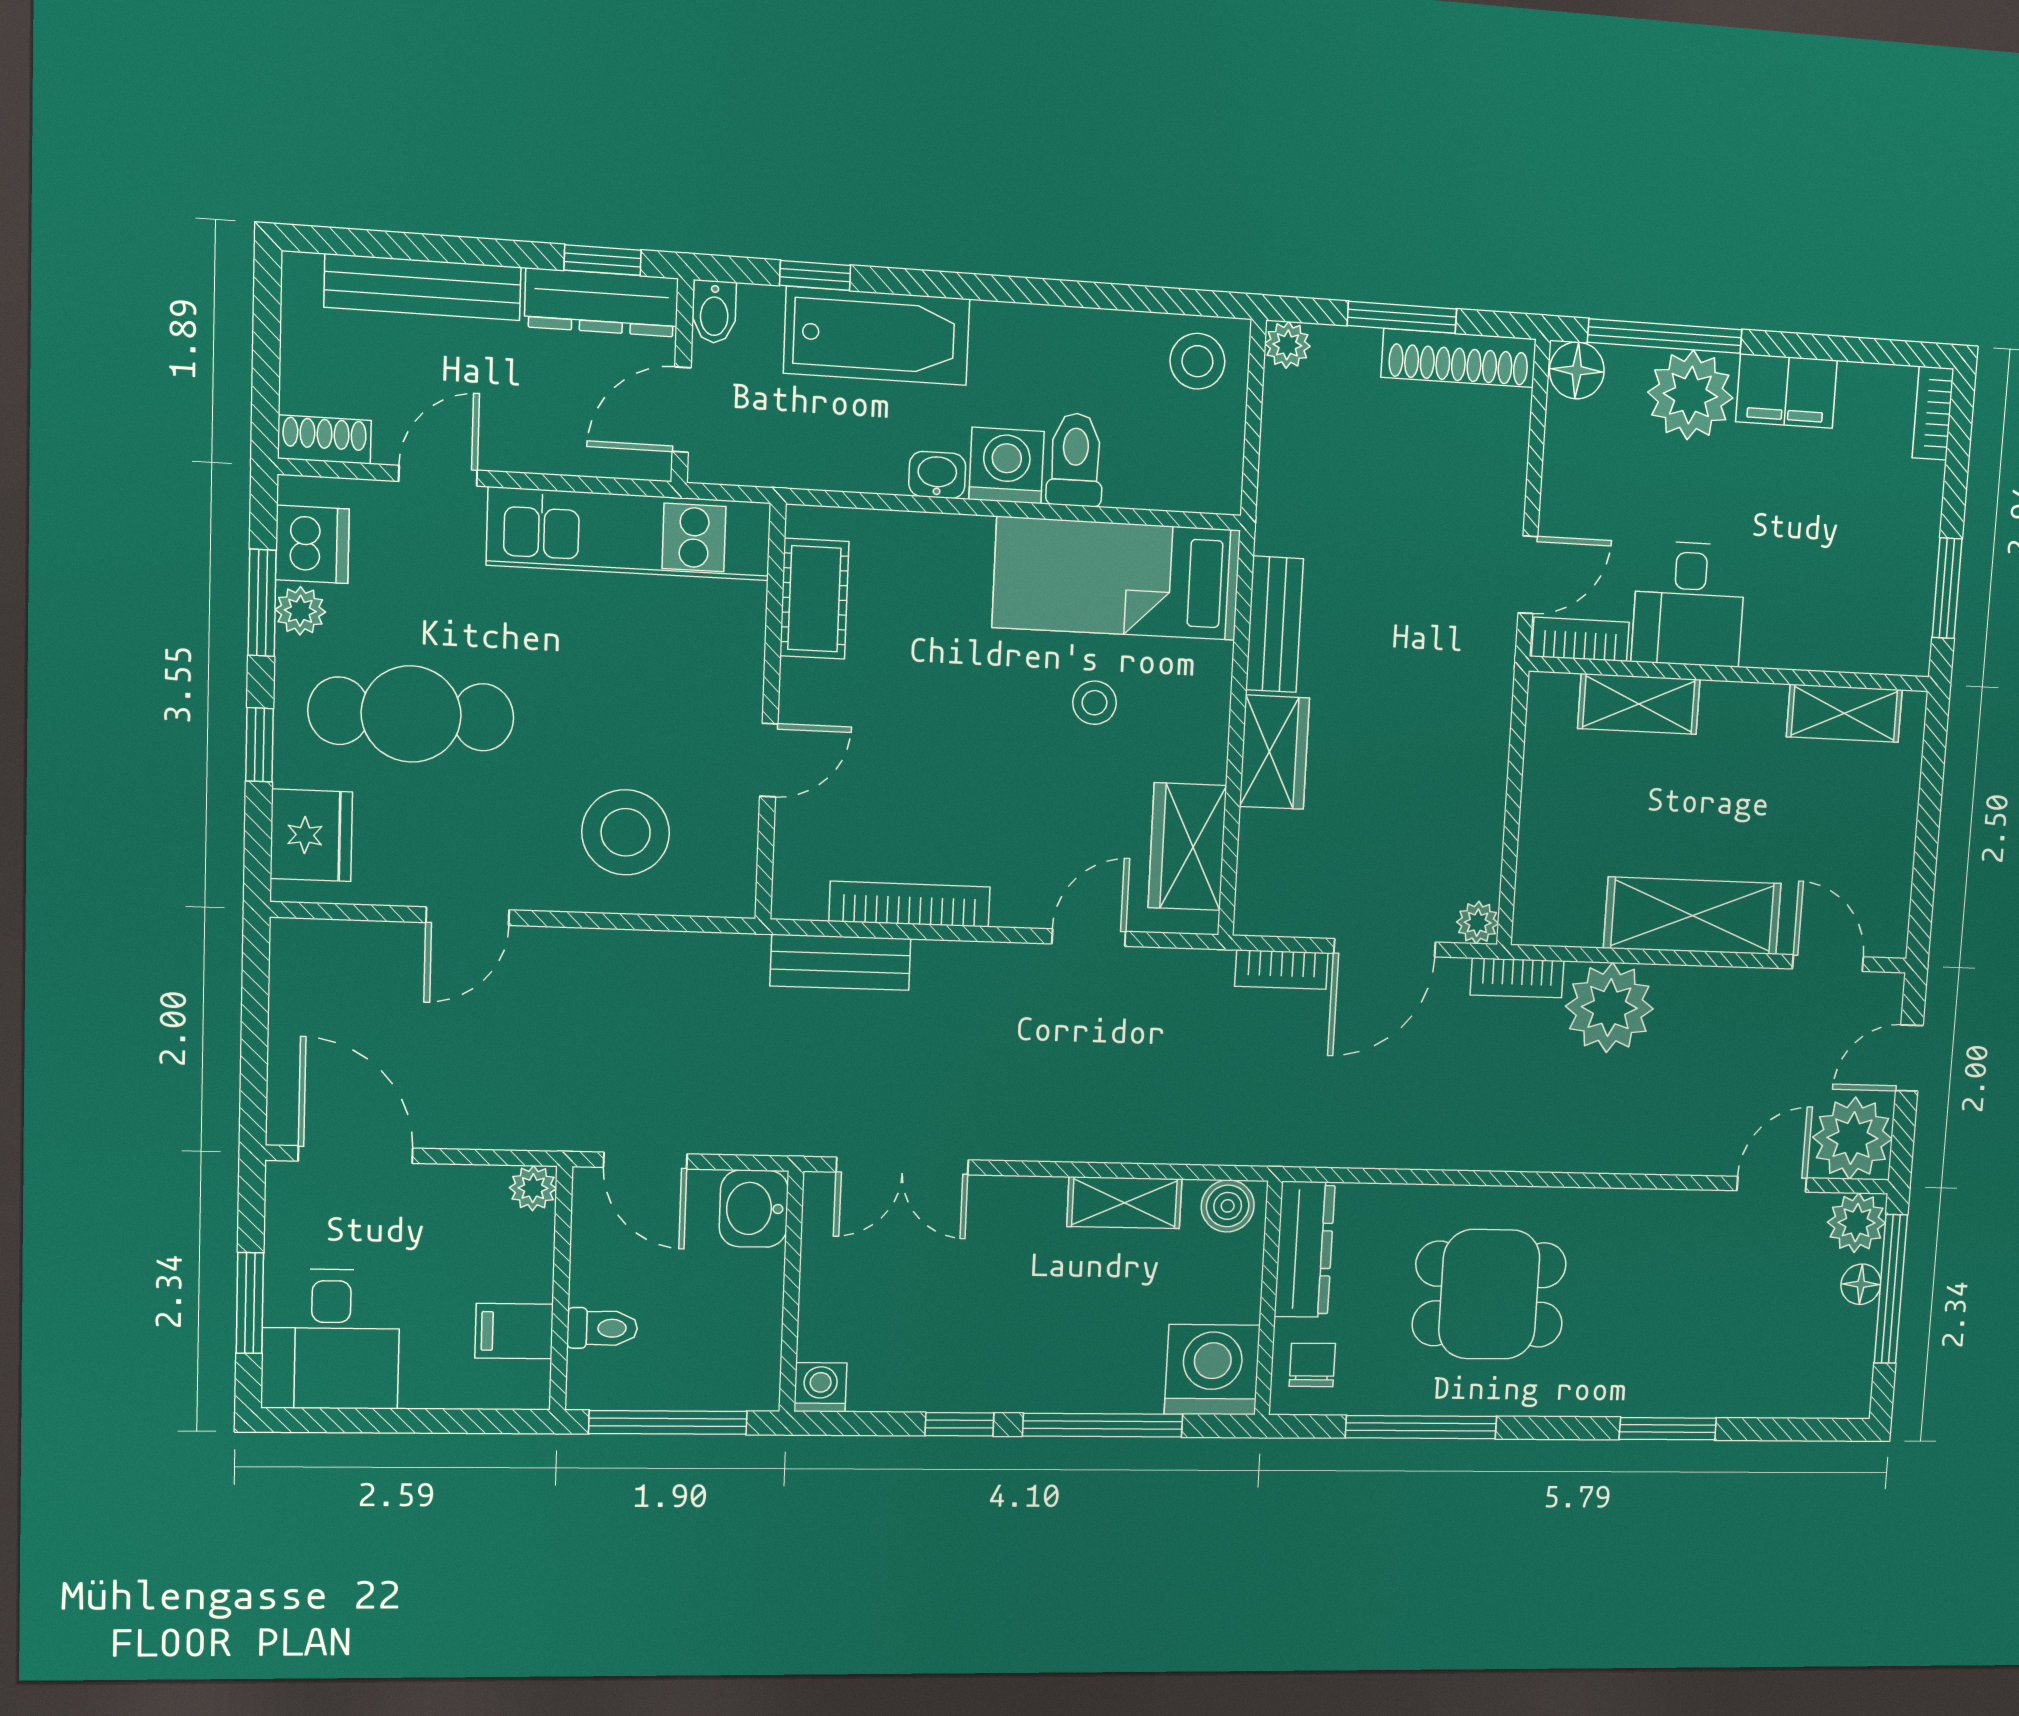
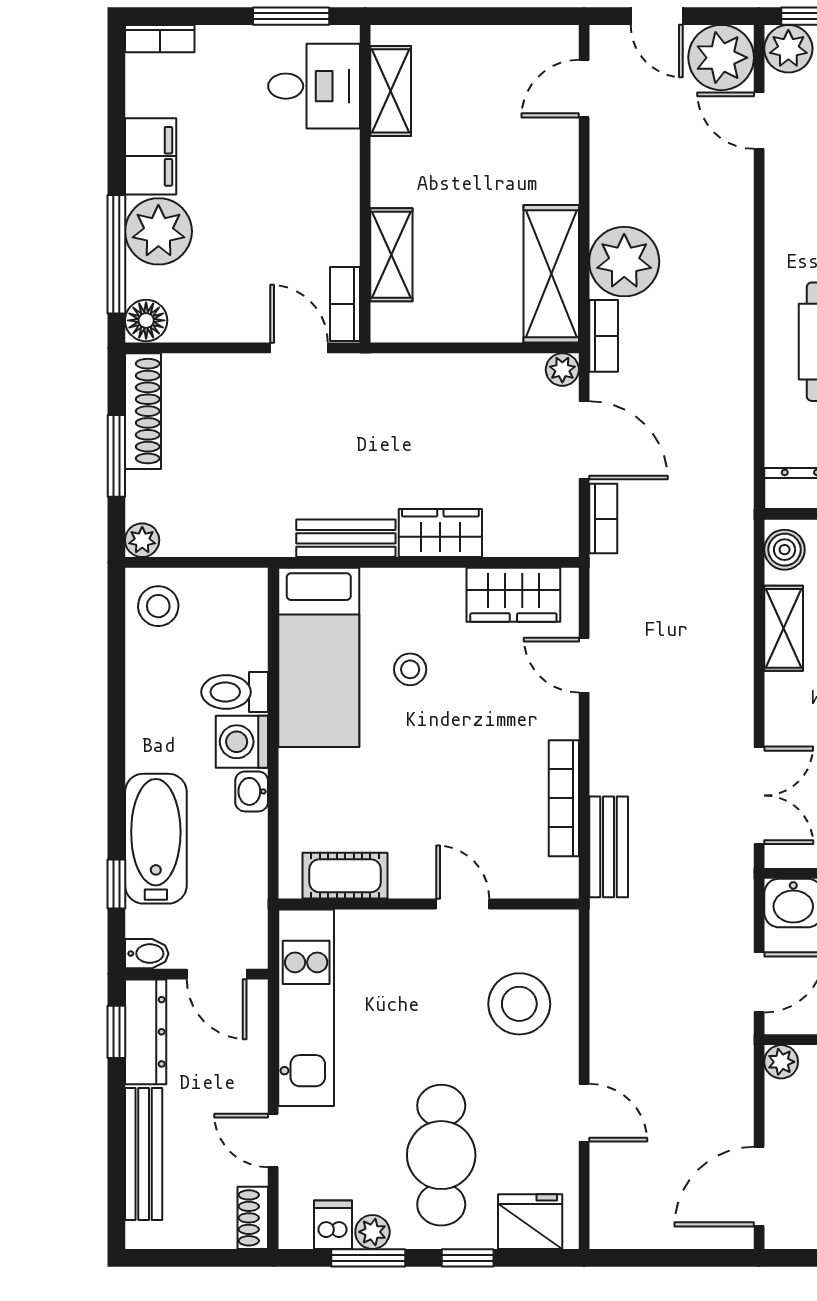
dishwasher: (312, 544) -> (333, 1225), width x0.73
desk: (1689, 604) -> (314, 86), moved
shelving: (1693, 916) -> (551, 274), moved

